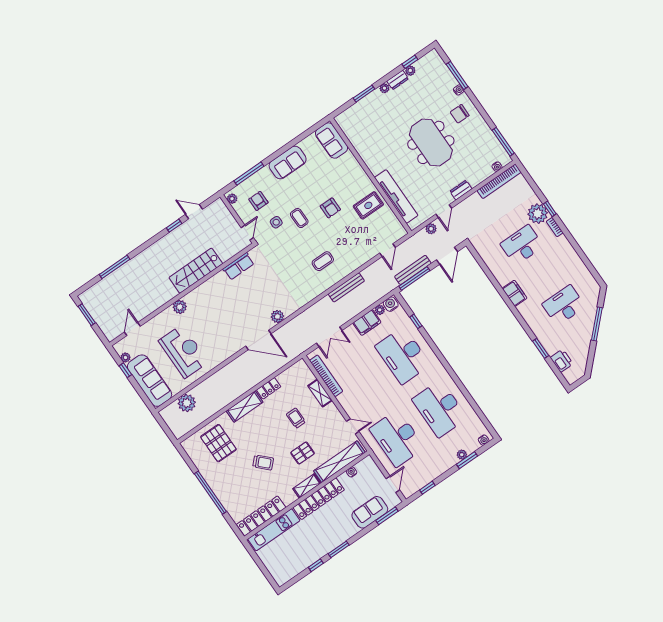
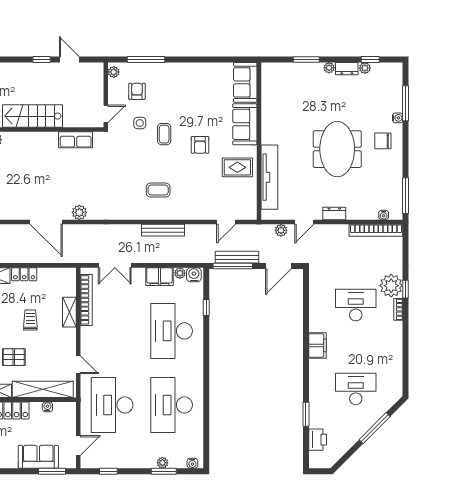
sofa: (288, 162) -> (245, 124), moved, turned 90

